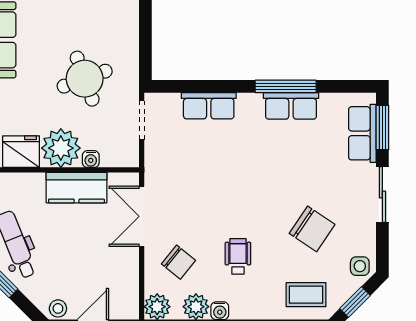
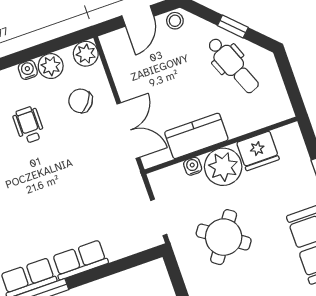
round table: (85, 79) -> (224, 237), turned -35
row of seats: (209, 106) -> (80, 260), moved
wheelchair: (238, 256) -> (29, 125), turned 180

